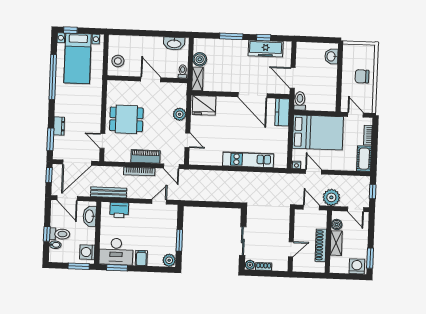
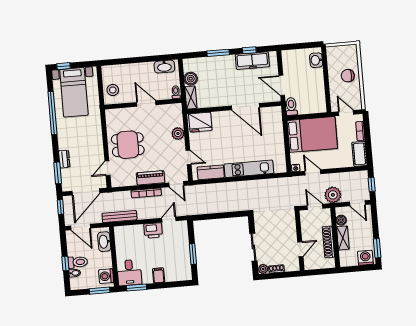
kitchen counter: (282, 112) -> (211, 172), moved, turned 90
door: (102, 141) -> (107, 168), hinge flipped
printer: (119, 210) -> (153, 230), moved
desk: (116, 252) -> (129, 273), width x0.73
plant: (169, 260) -> (185, 274), removed

